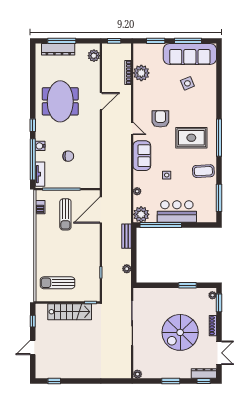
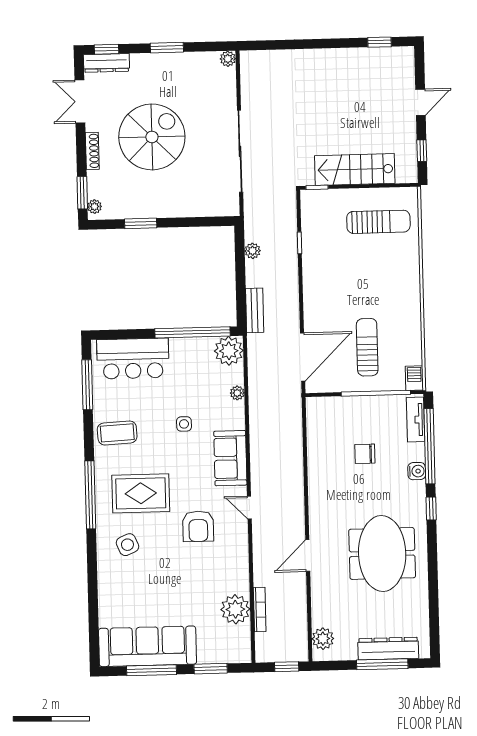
side table: (187, 83) -> (127, 545), moved
barbecue: (40, 207) -> (414, 378), moved
bar counter: (177, 212) -> (133, 359), moved

